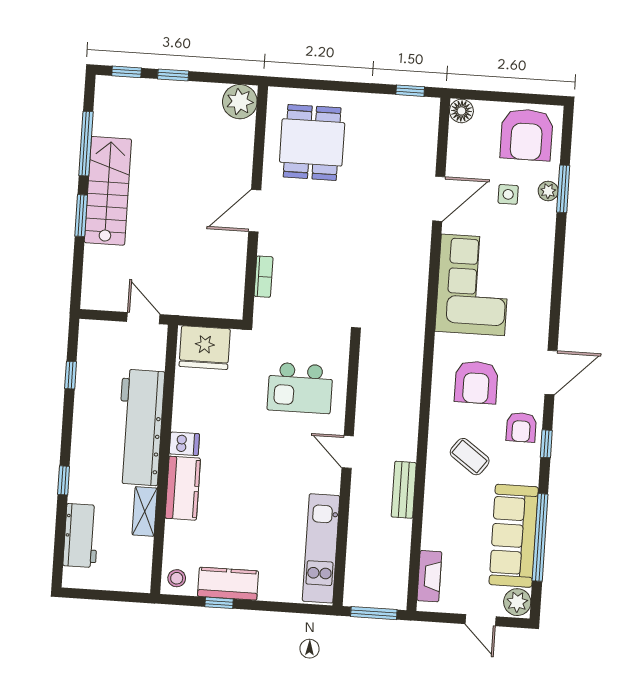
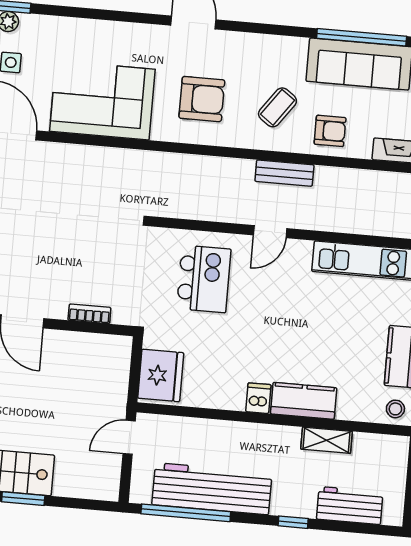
window: (71, 375) -> (186, 513), width x3.17
workbench: (140, 427) -> (212, 489), moved, turned 180
armchair: (521, 427) -> (330, 131), moved
window: (546, 444) -> (266, 29), removed
bench: (404, 490) -> (284, 173), moved

